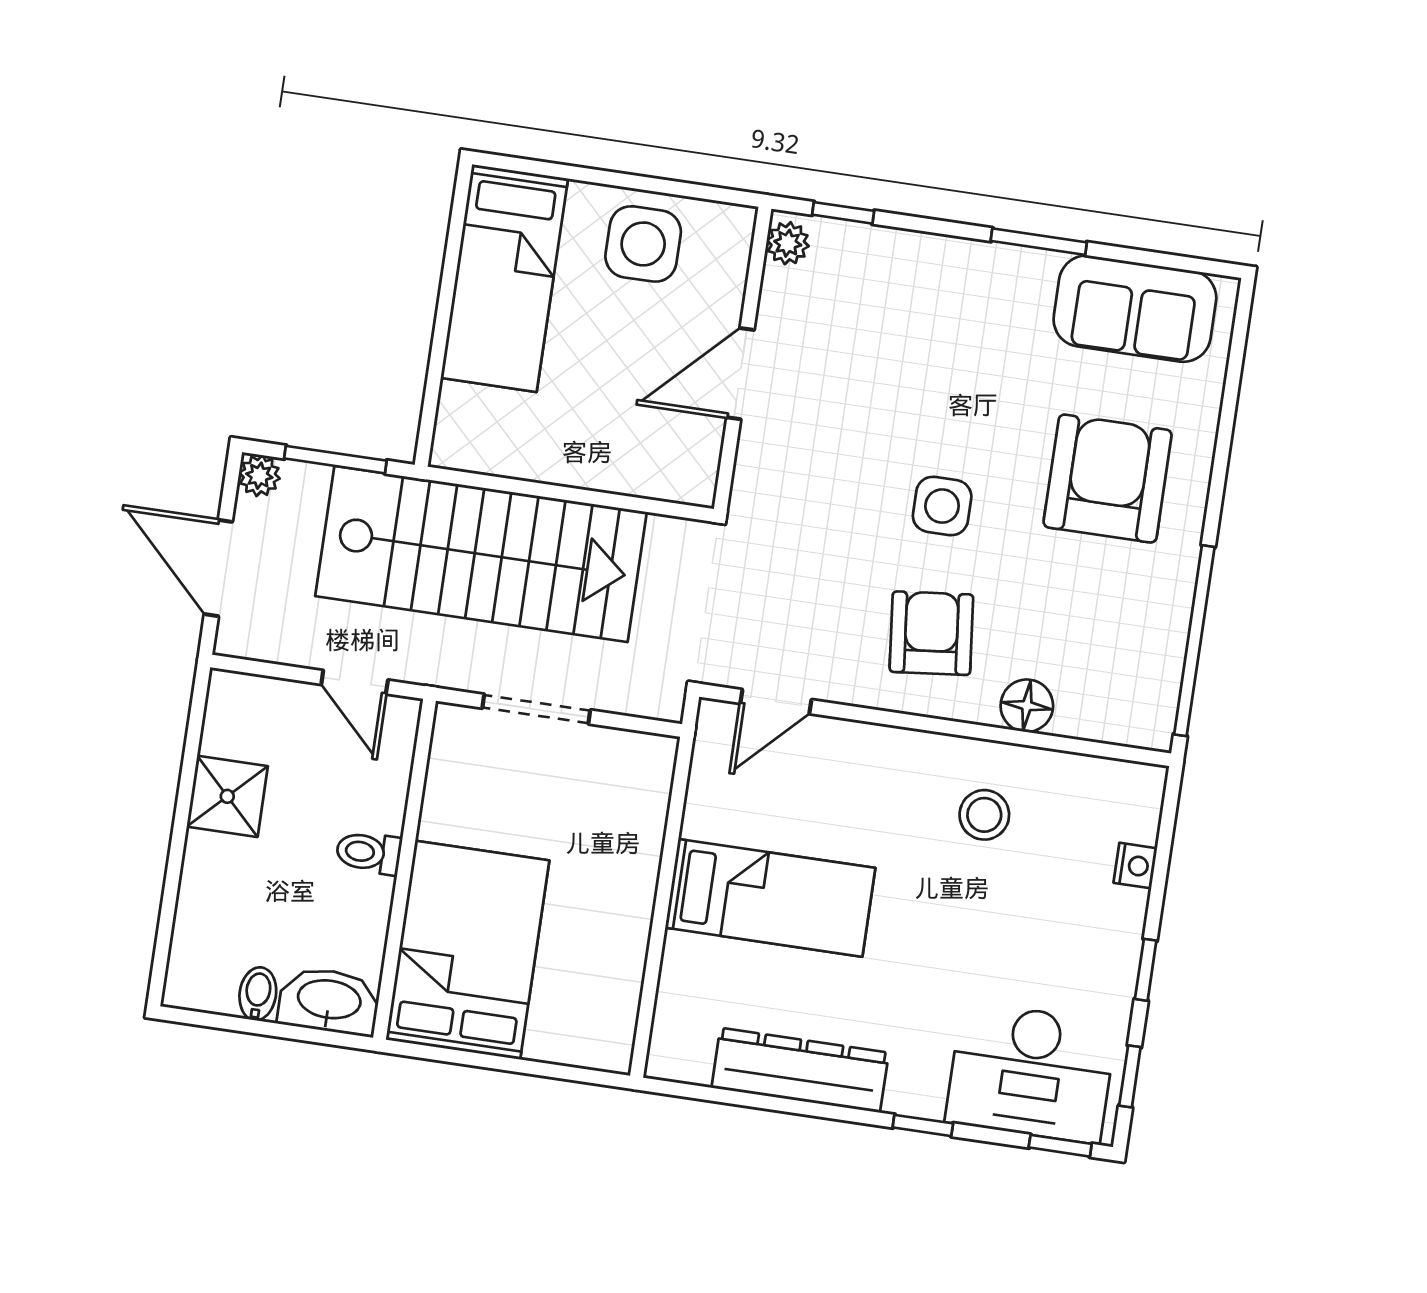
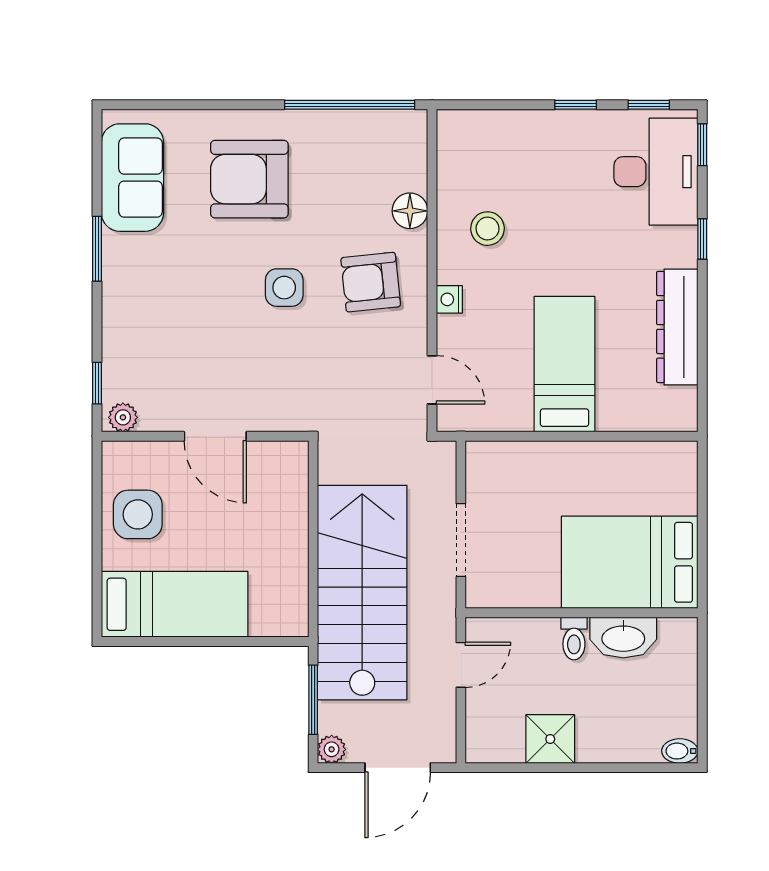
nightstand: (1135, 866) -> (449, 299), moved, turned -90
bidet: (258, 994) -> (680, 751), moved
washbasin: (329, 1001) -> (623, 637), moved, turned -90

